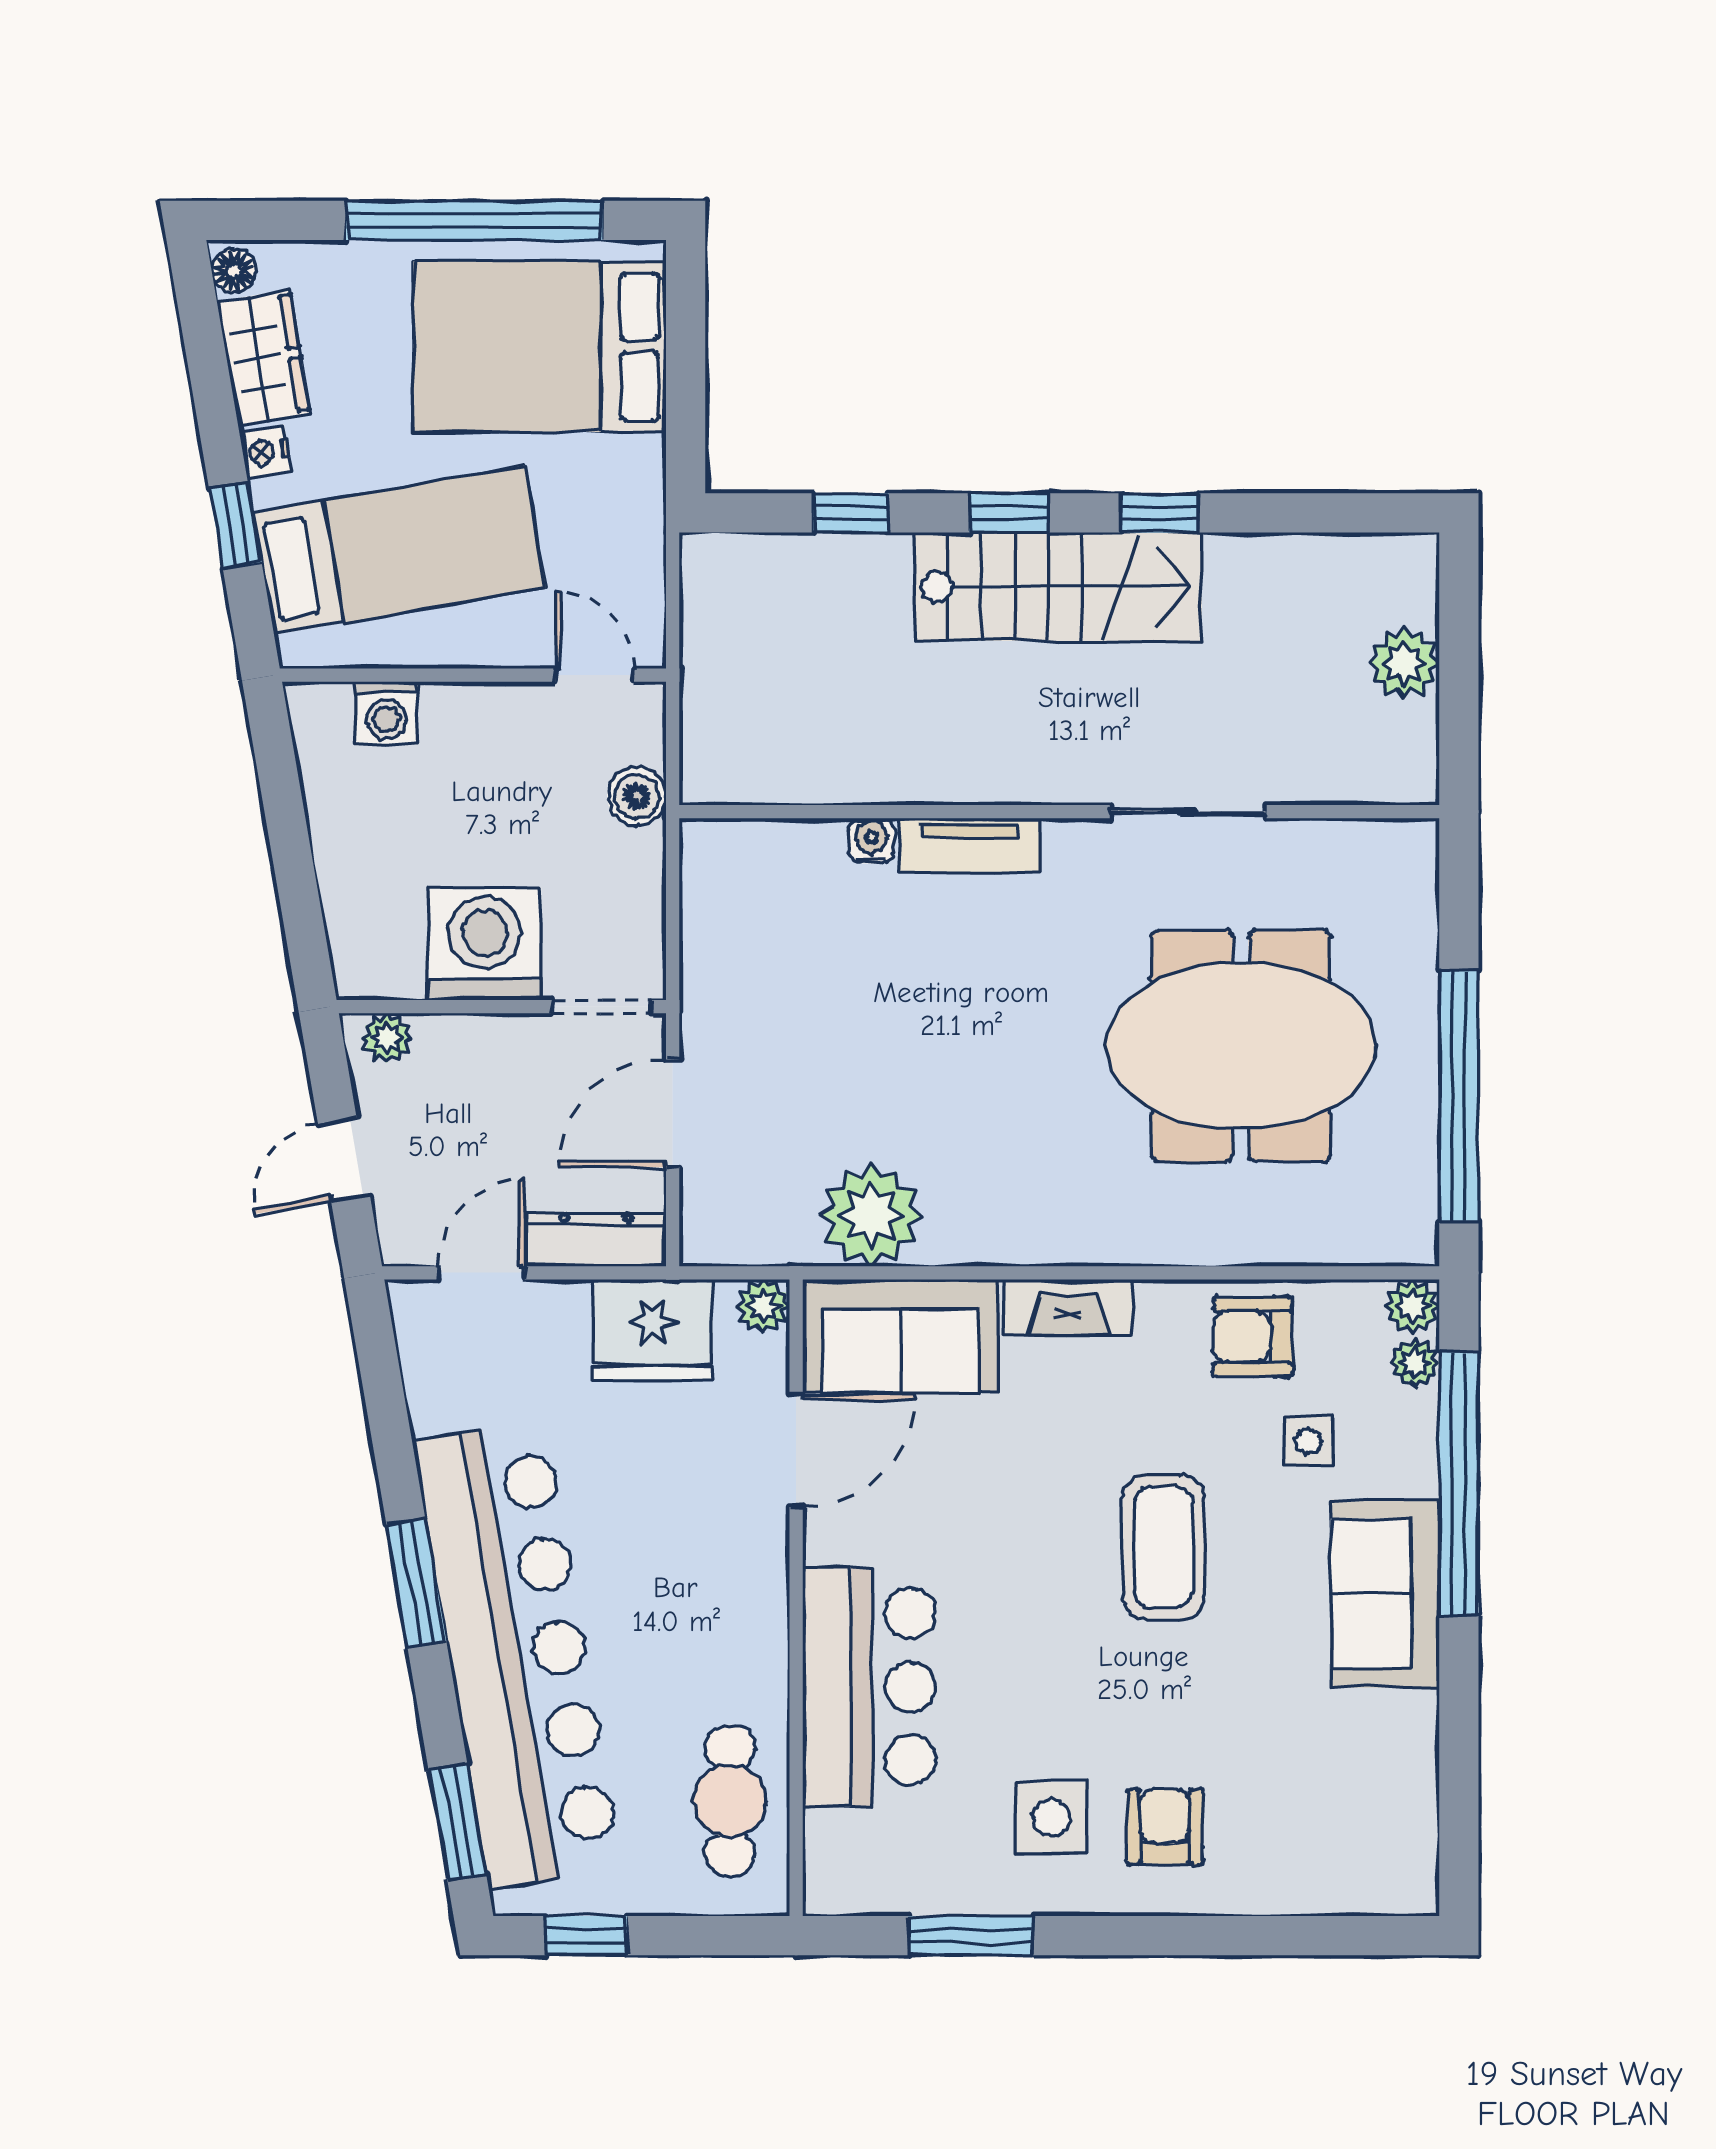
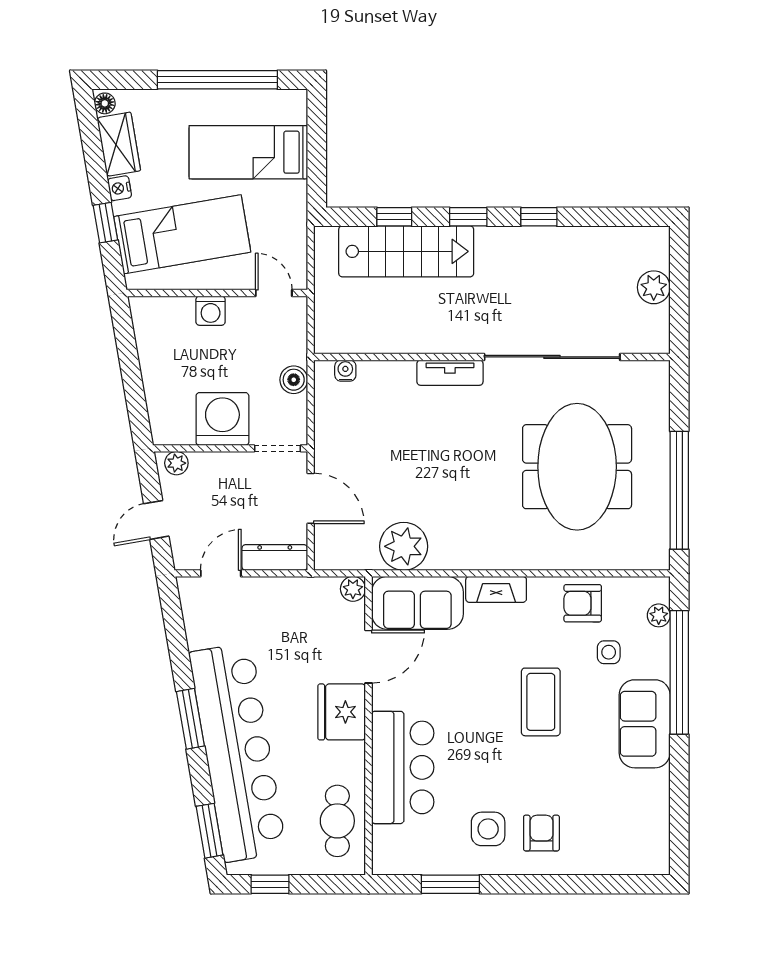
bed: (540, 347) -> (248, 152), width x0.67
stairs: (1058, 587) -> (406, 251), moved
washing machine: (386, 713) -> (211, 311), moved
boiler: (637, 796) -> (294, 380), moved
sliding door: (1187, 812) -> (552, 357), width x1.86
water cooler: (872, 841) -> (345, 371), moved
meeting table: (1241, 1046) -> (577, 467), turned 90
door: (673, 1113) -> (311, 498), swing flipped
plant: (1412, 1306) -> (658, 589), removed
fridge: (653, 1330) -> (342, 712), moved, turned 90

